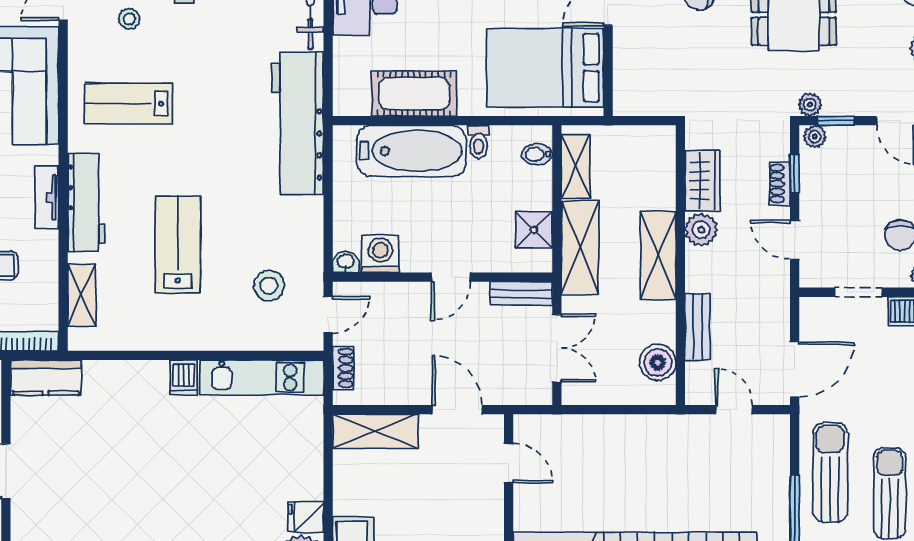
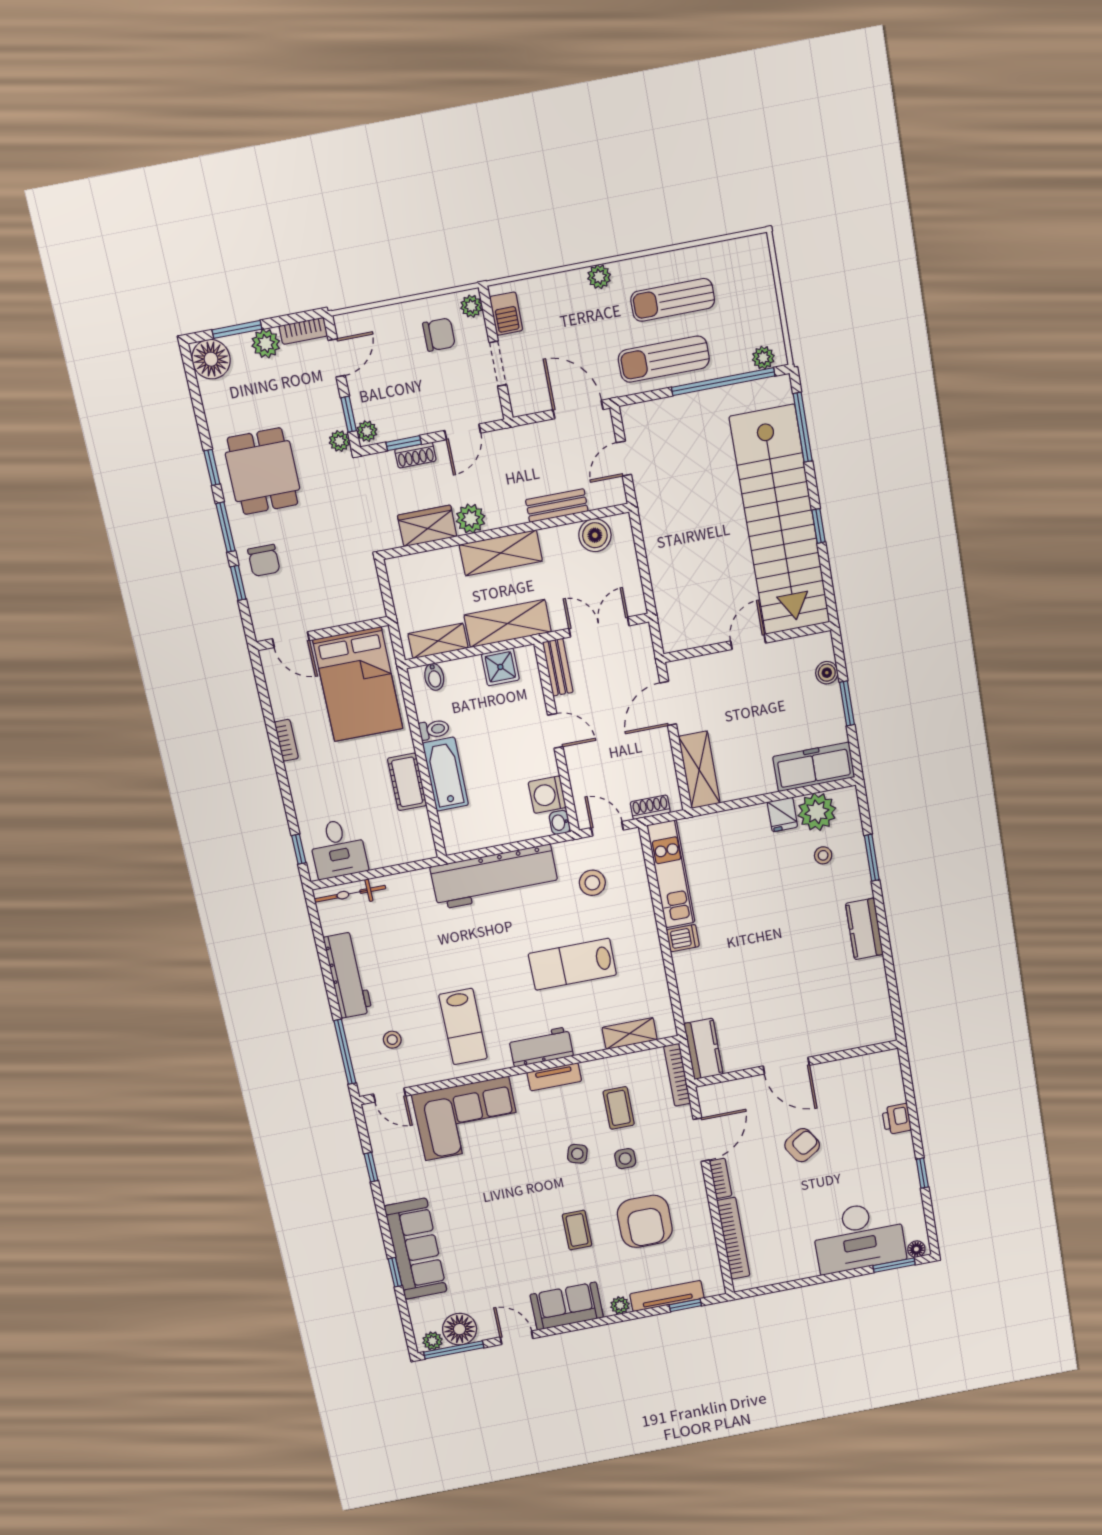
cot: (414, 94) -> (407, 782), width x0.73, depth x0.75
workbench: (298, 123) -> (494, 877), moved
bathtub: (411, 151) -> (445, 774), width x0.73, depth x0.73
workbench: (86, 202) -> (541, 1047), width x0.73
door: (509, 463) -> (748, 642), moved

